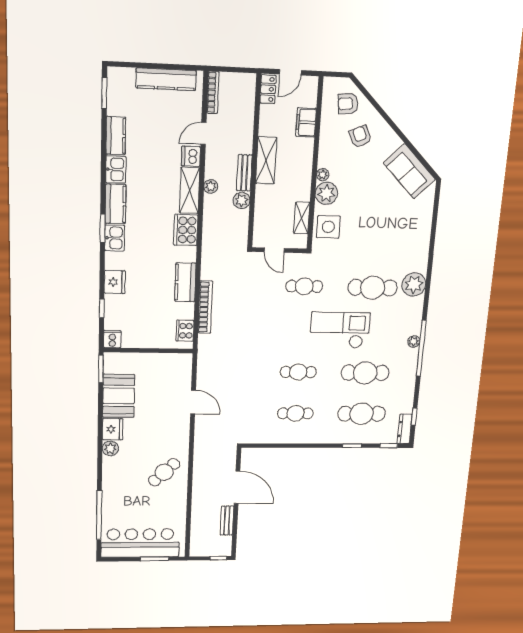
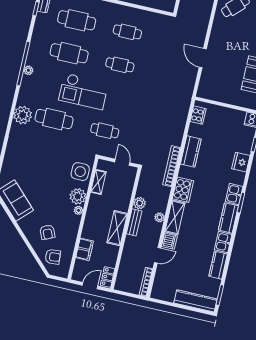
kitchen counter: (166, 79) -> (196, 301), moved
bookcase: (205, 307) -> (172, 166), moved

